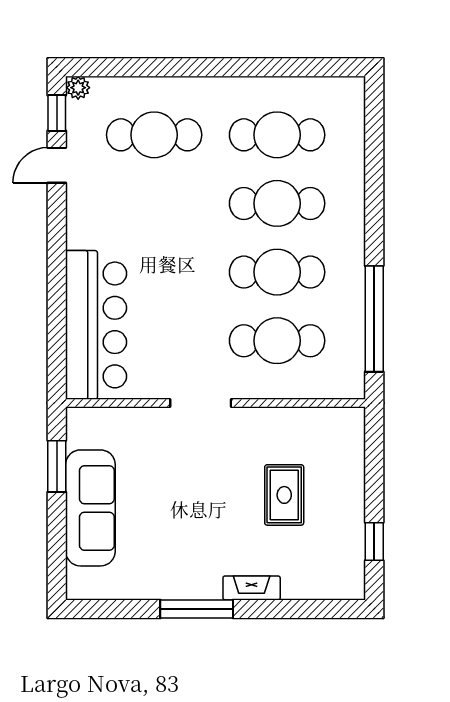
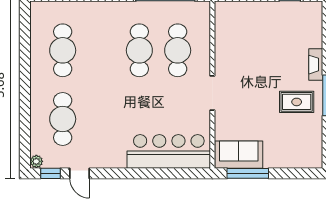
cafe table: (277, 203) -> (101, 50), removed
window: (57, 466) -> (248, 173), width x1.44
rug: (284, 495) -> (297, 102), moved
sofa: (90, 508) -> (239, 155), moved, width x0.73

